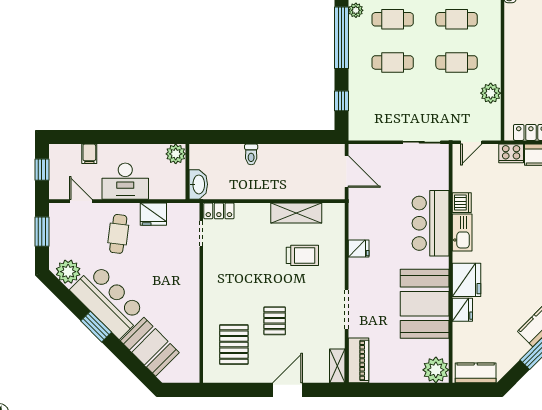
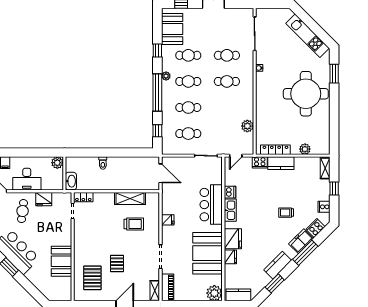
cafe table: (457, 62) -> (188, 134), moved
booth: (150, 347) -> (61, 261), moved, turned 45

